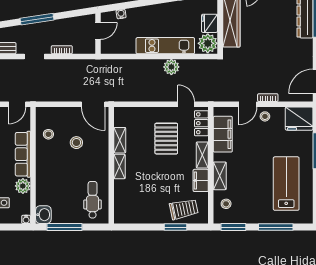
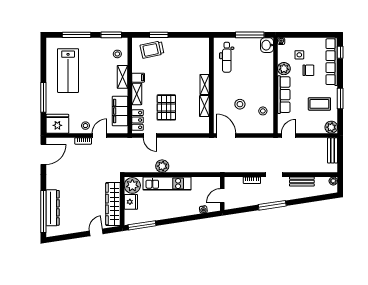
filing cabinet: (201, 180) -> (138, 78), width x0.50

